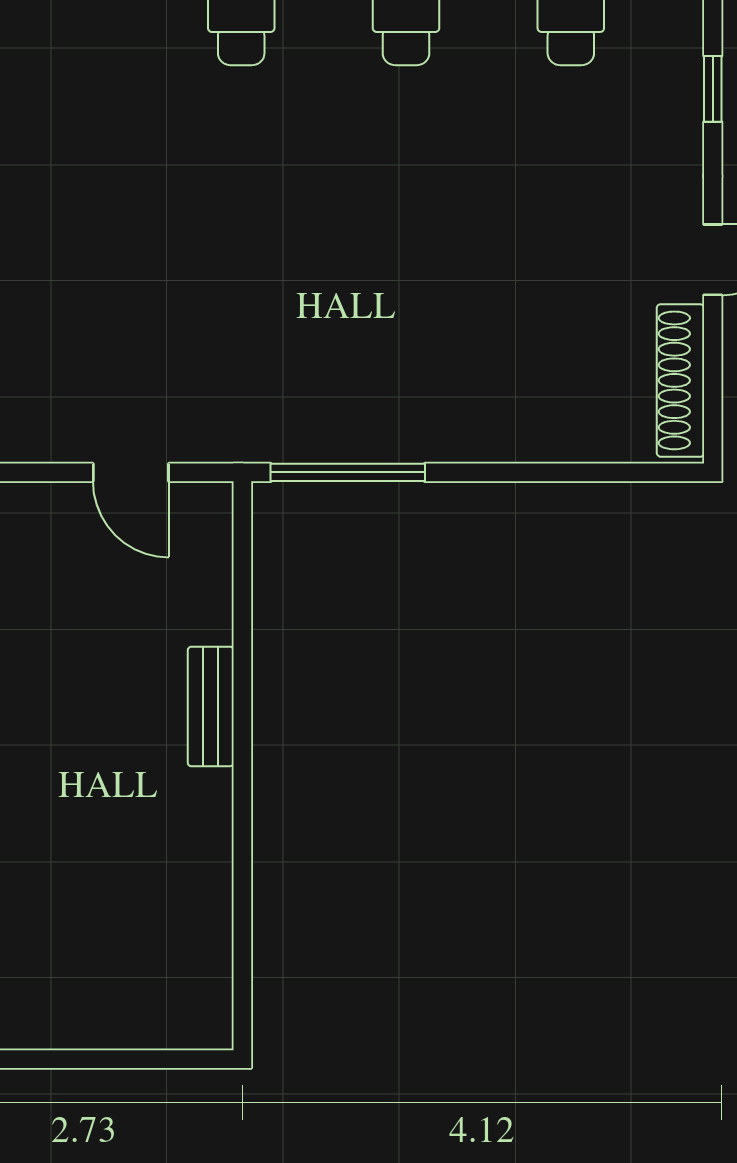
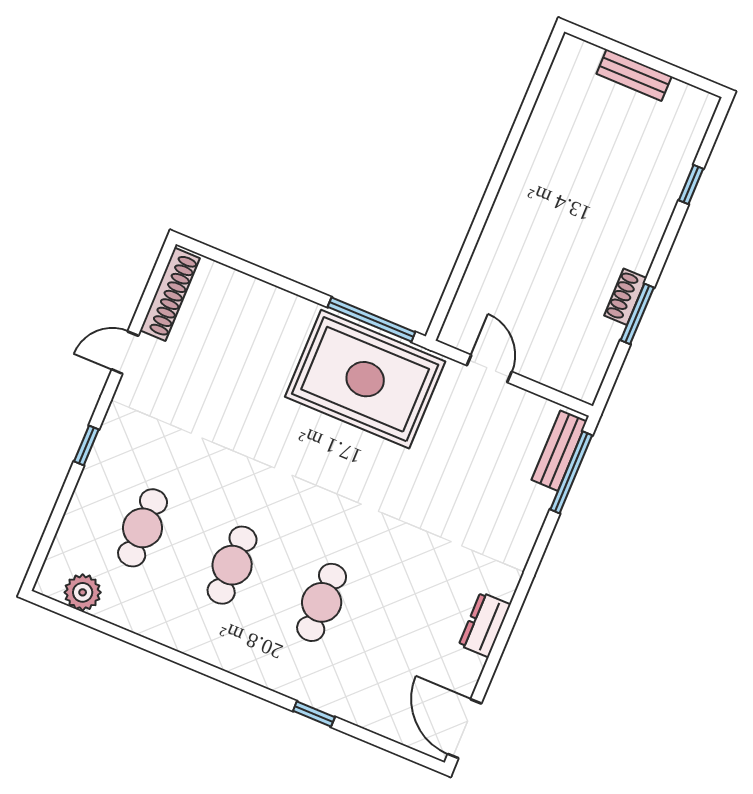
rug: (319, 375) -> (365, 379), added
bench: (211, 706) -> (634, 75), moved, turned 90

